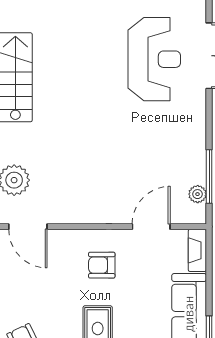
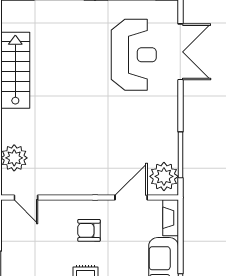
plant: (198, 194) -> (164, 176), width x1.87, depth x1.87
door: (28, 227) -> (26, 198), width x0.73

